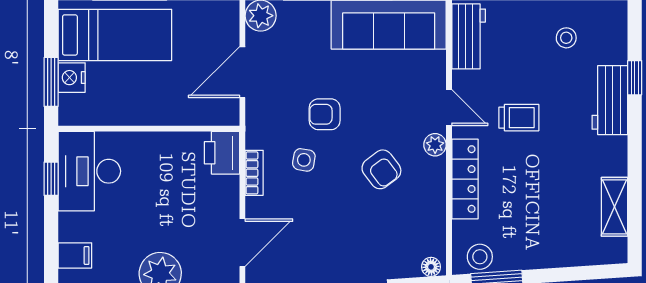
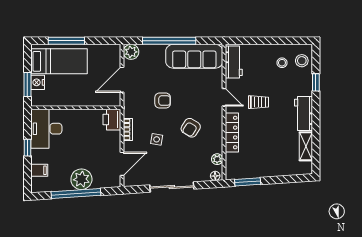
workbench: (610, 100) -> (304, 114), moved
armchair: (325, 114) -> (163, 101), turned 180
plant: (435, 145) -> (217, 159), moved
side table: (304, 160) -> (157, 139), moved
armchair: (381, 169) -> (191, 128), turned 69
window: (51, 179) -> (27, 148), moved
stool: (480, 257) -> (302, 61), moved

